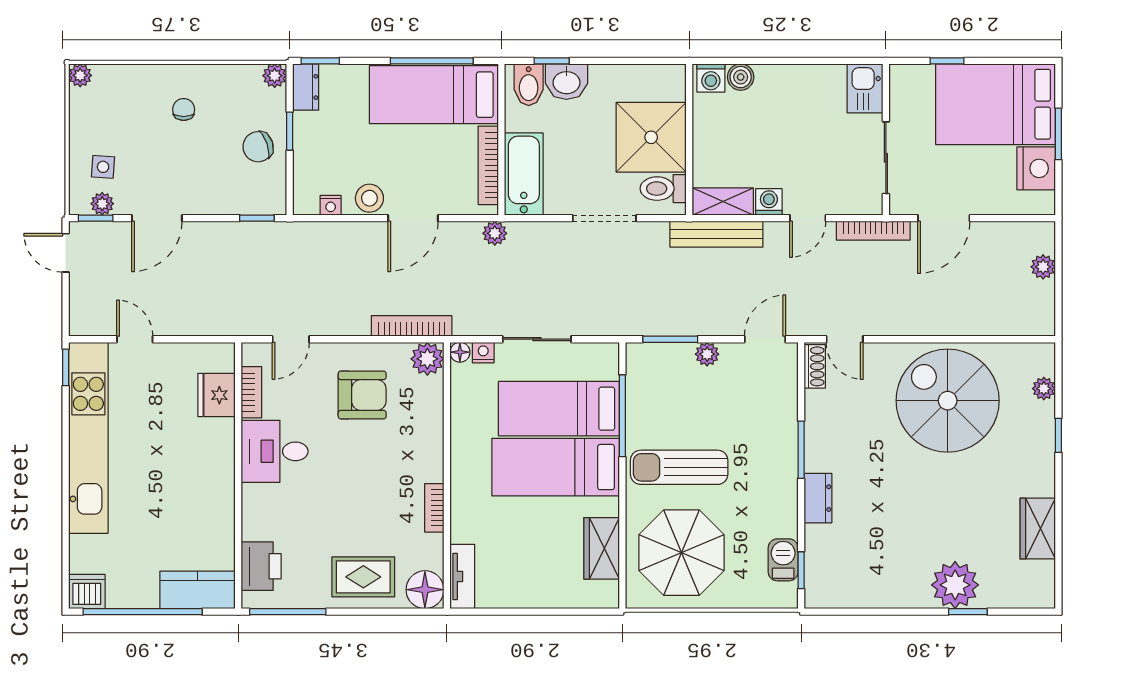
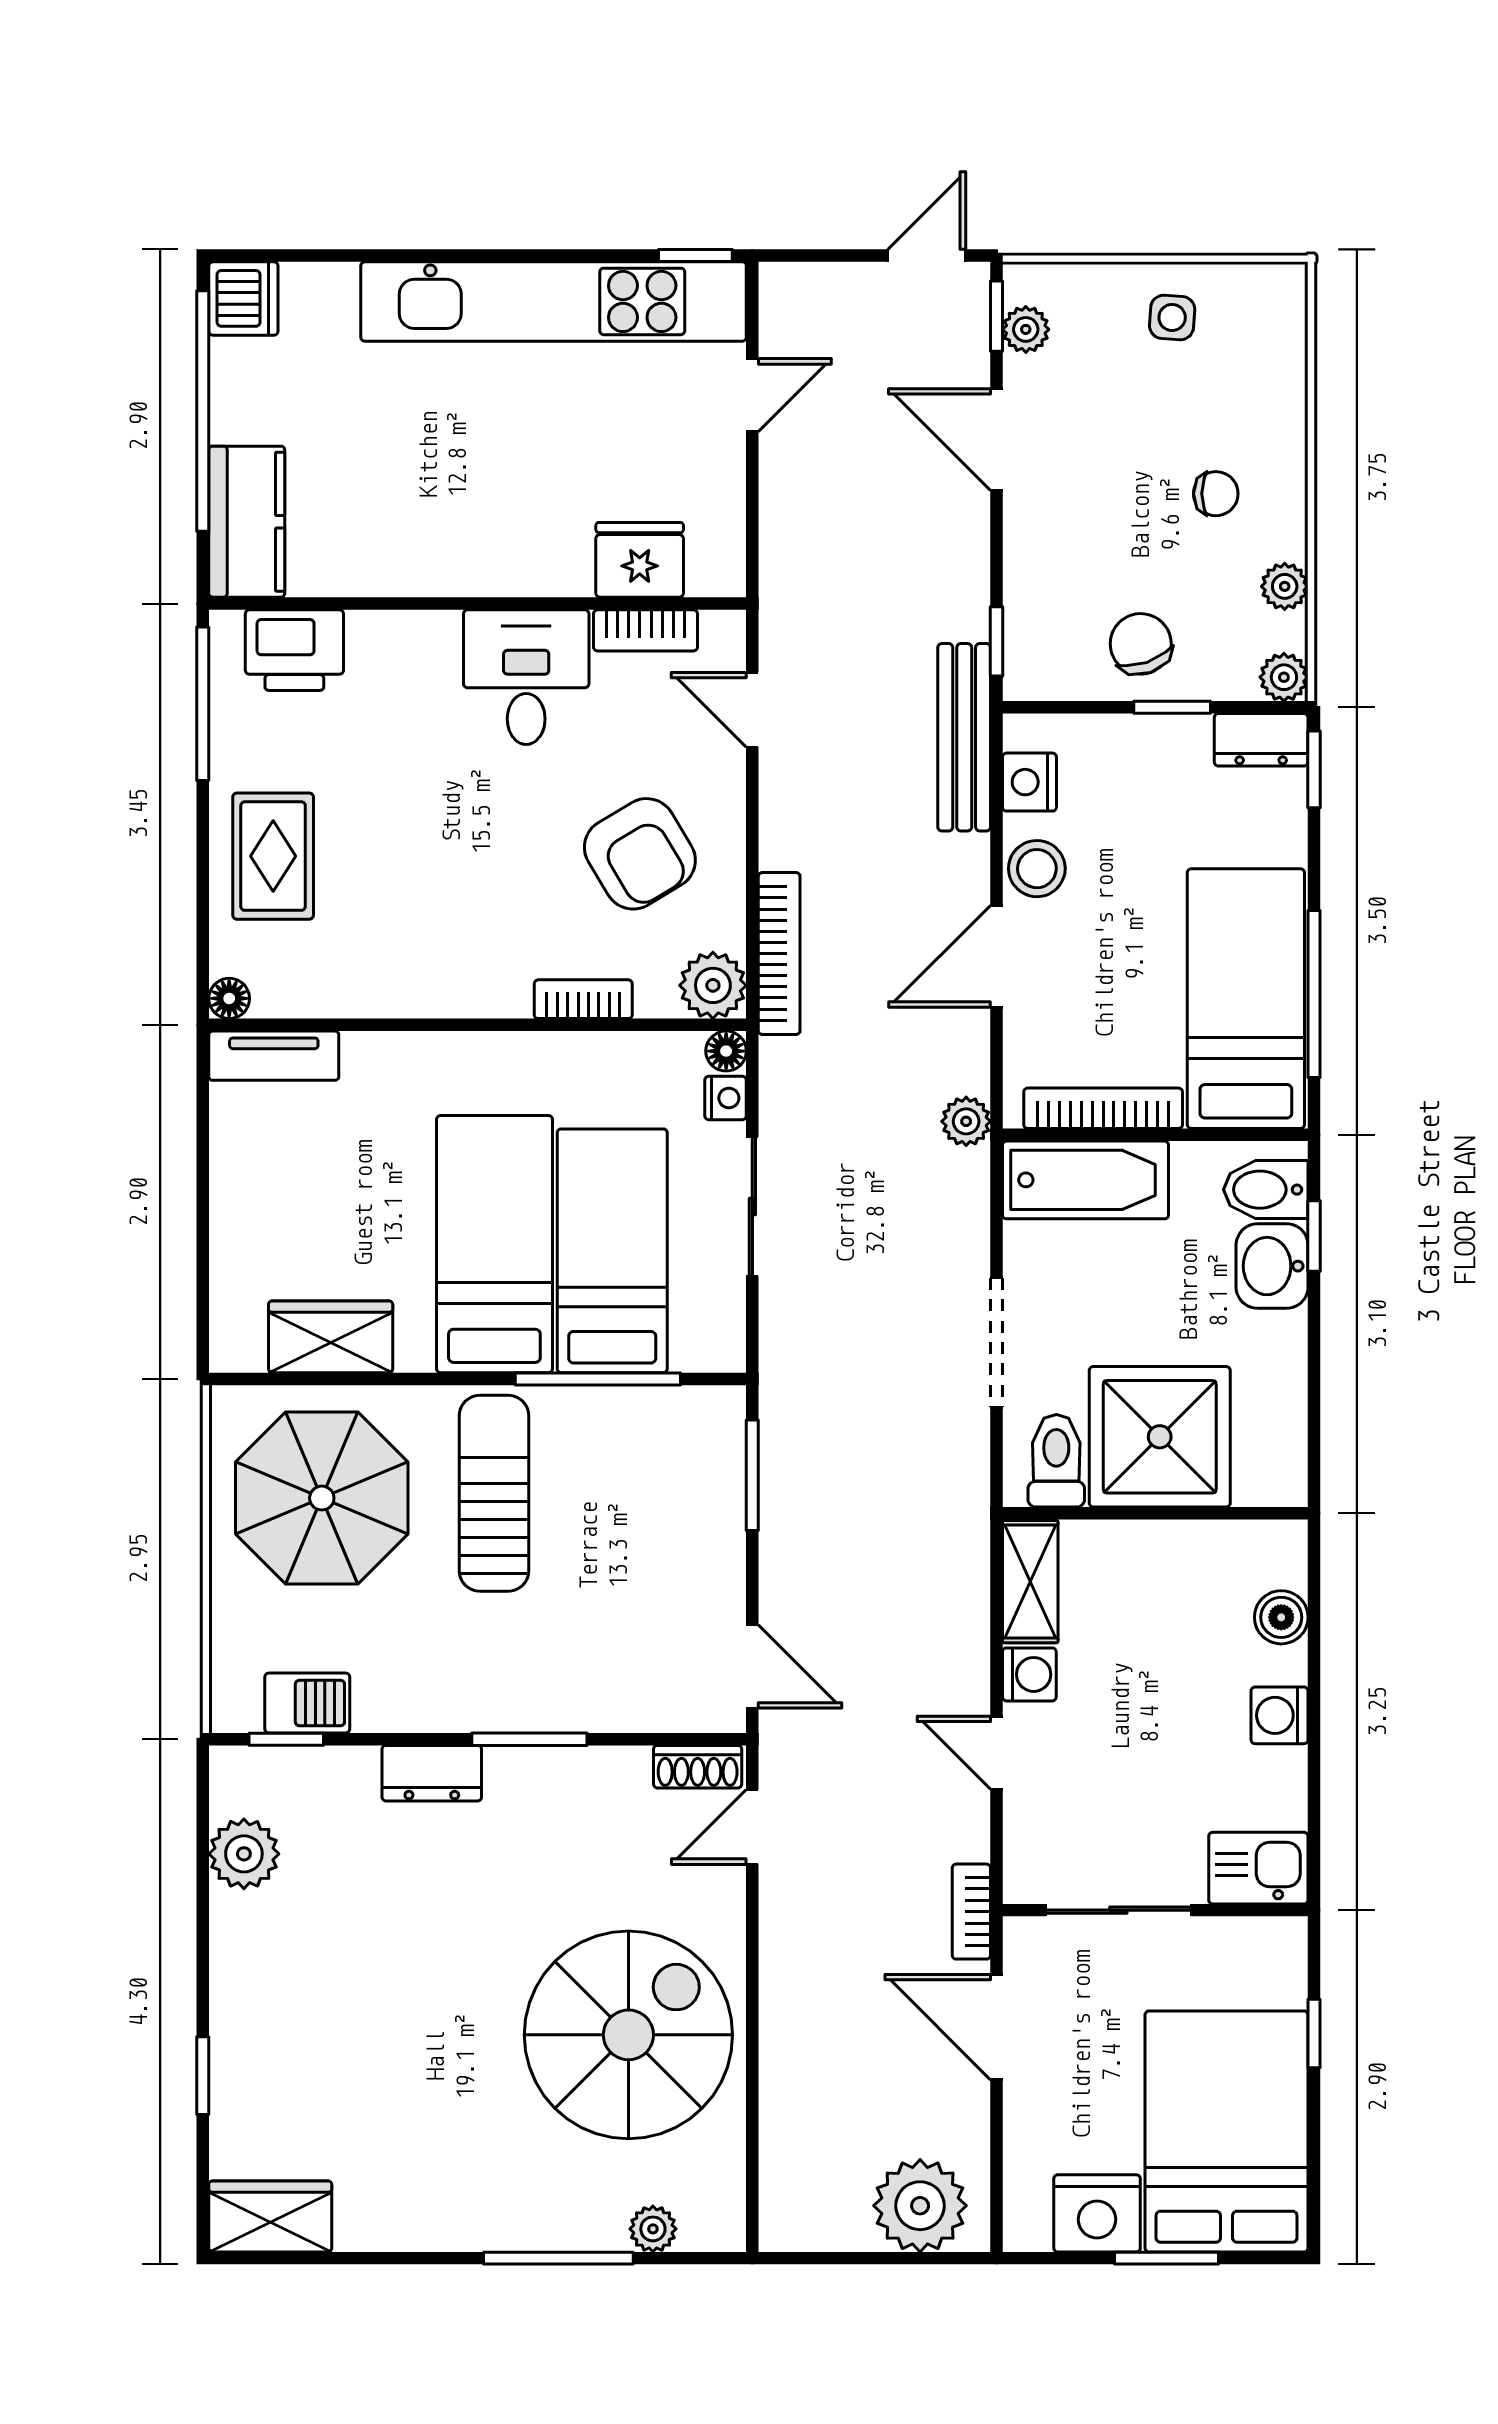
plant: (80, 75) -> (1285, 586), moved
washing machine: (711, 78) -> (1279, 1715), moved
side table: (103, 167) -> (1172, 317), moved
nightstand: (331, 205) -> (1029, 782), width x1.39, depth x1.35
door: (413, 218) -> (997, 956), hinge flipped
bookcase: (873, 231) -> (971, 1912), width x0.64
bench: (716, 234) -> (964, 737), moved
plant: (1043, 267) -> (920, 2206), width x1.87, depth x1.87
plant: (707, 354) -> (722, 1550), removed
armchair: (362, 395) -> (640, 854), turned -31
window: (1058, 435) -> (558, 2258), width x2.17
bookcase: (434, 508) -> (583, 999), moved
wardrobe: (1038, 529) -> (270, 2216), moved
plant: (955, 585) -> (244, 1854), moved, width x0.73, depth x0.73
floor lamp: (425, 590) -> (229, 998), width x0.53, depth x0.53

